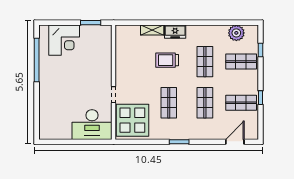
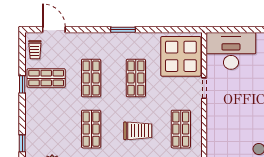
shop shelf: (241, 62) -> (181, 129), moved, turned 90
trolley: (250, 125) -> (35, 50), added
door: (235, 142) -> (54, 30), swing flipped

